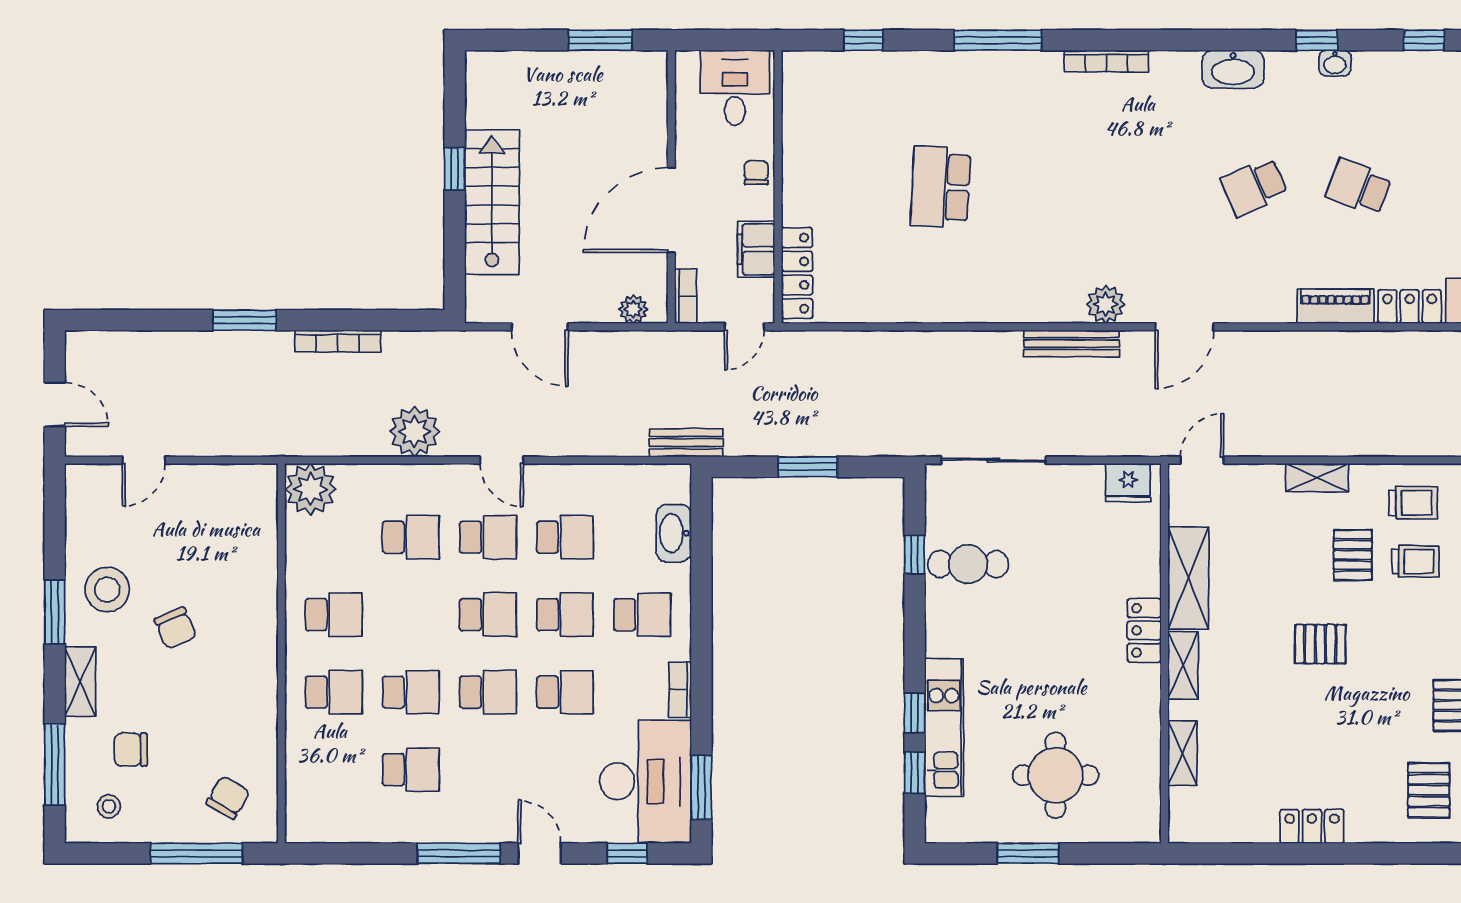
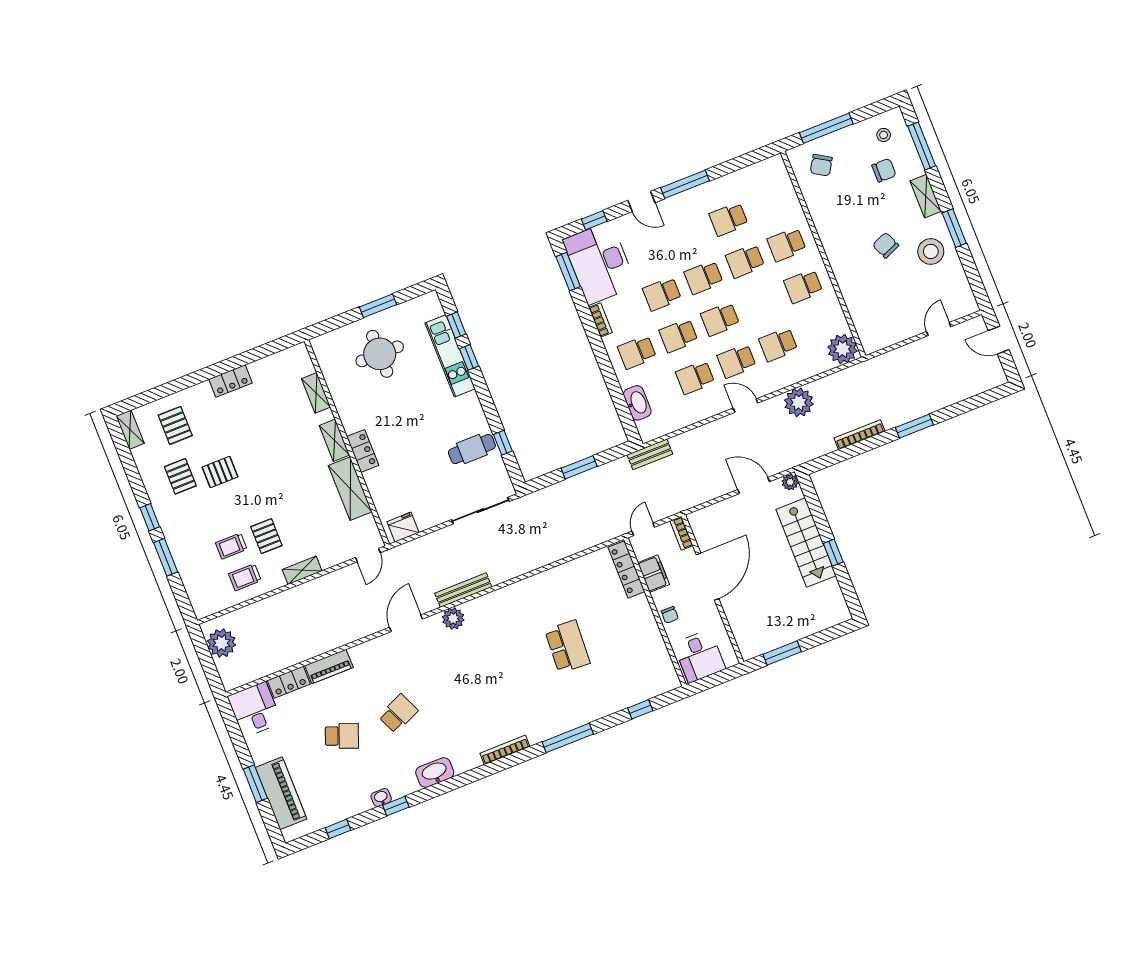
plant: (633, 309) -> (790, 482), moved
pallet: (1320, 644) -> (220, 472), moved

